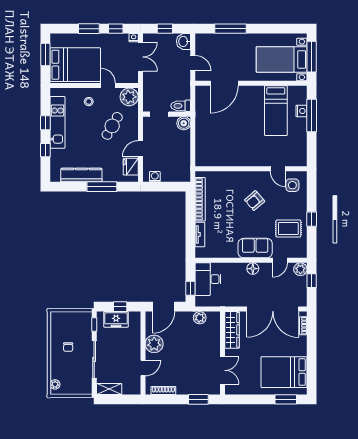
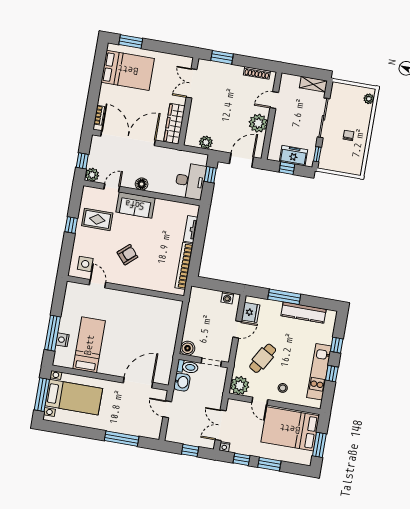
washbasin: (184, 41) -> (182, 382), moved

